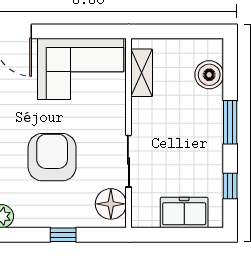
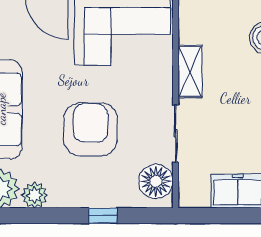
shelving: (142, 73) -> (190, 71), moved

